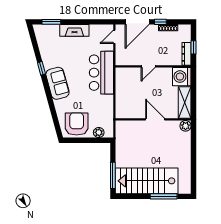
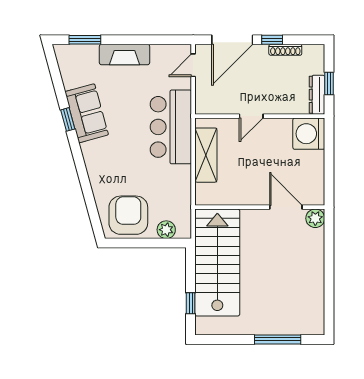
sofa: (57, 83) -> (87, 113), moved
shelving: (185, 102) -> (206, 155), moved
door: (155, 119) -> (286, 207), moved
window: (113, 175) -> (191, 303), width x0.46
stairs: (147, 181) -> (217, 262), moved, turned 90

